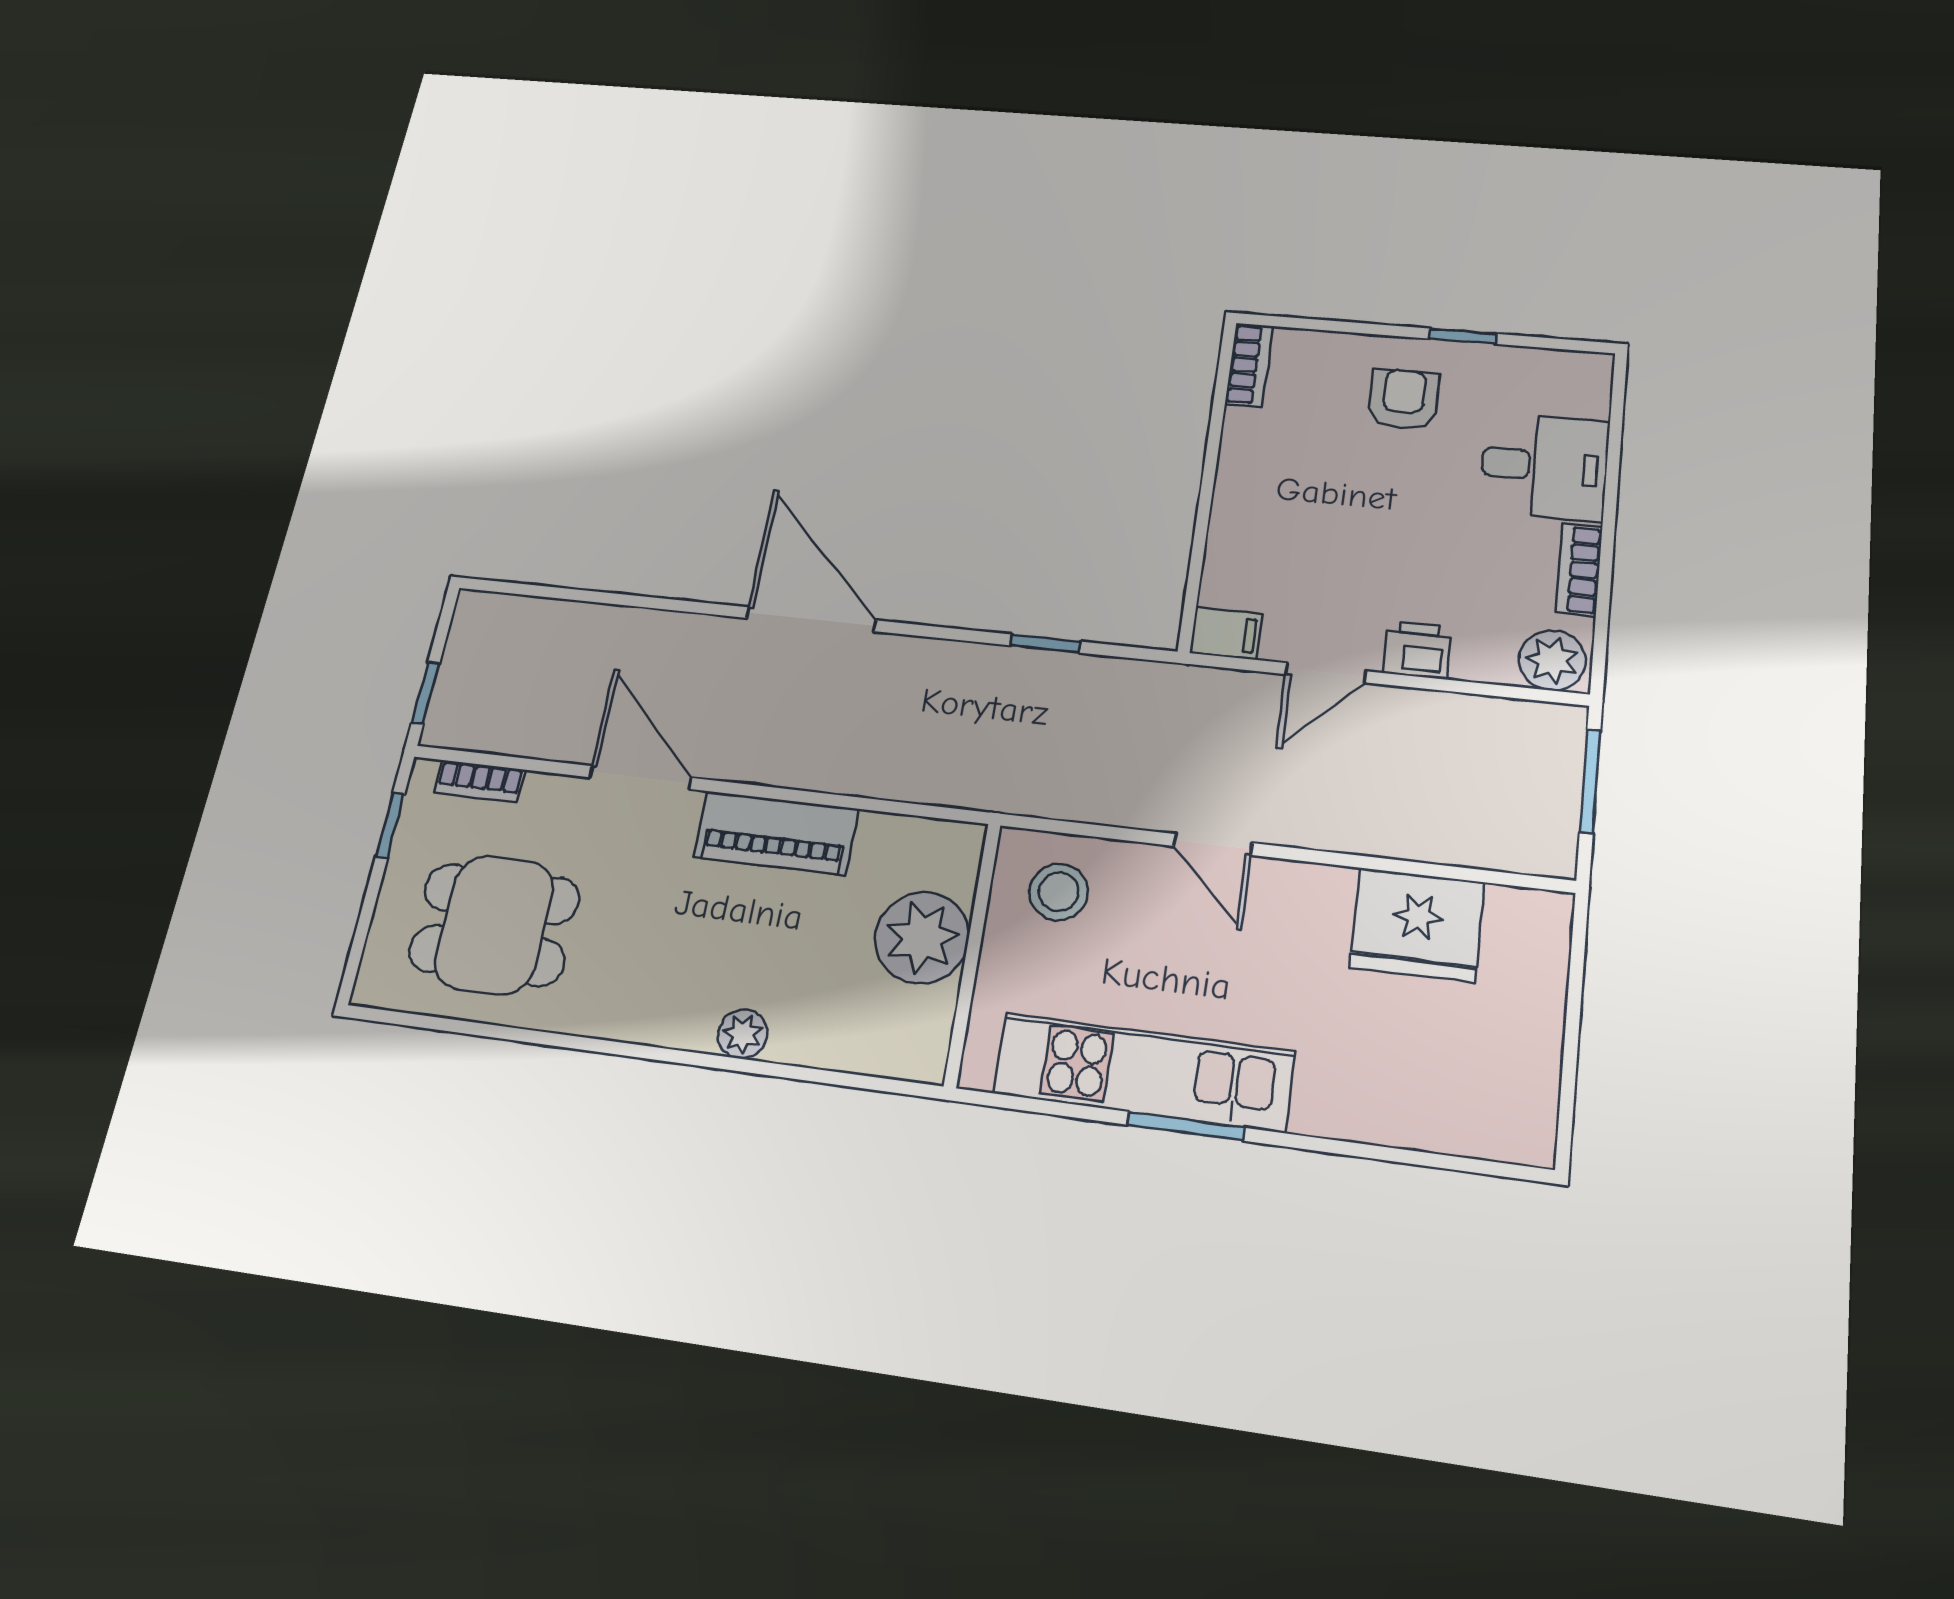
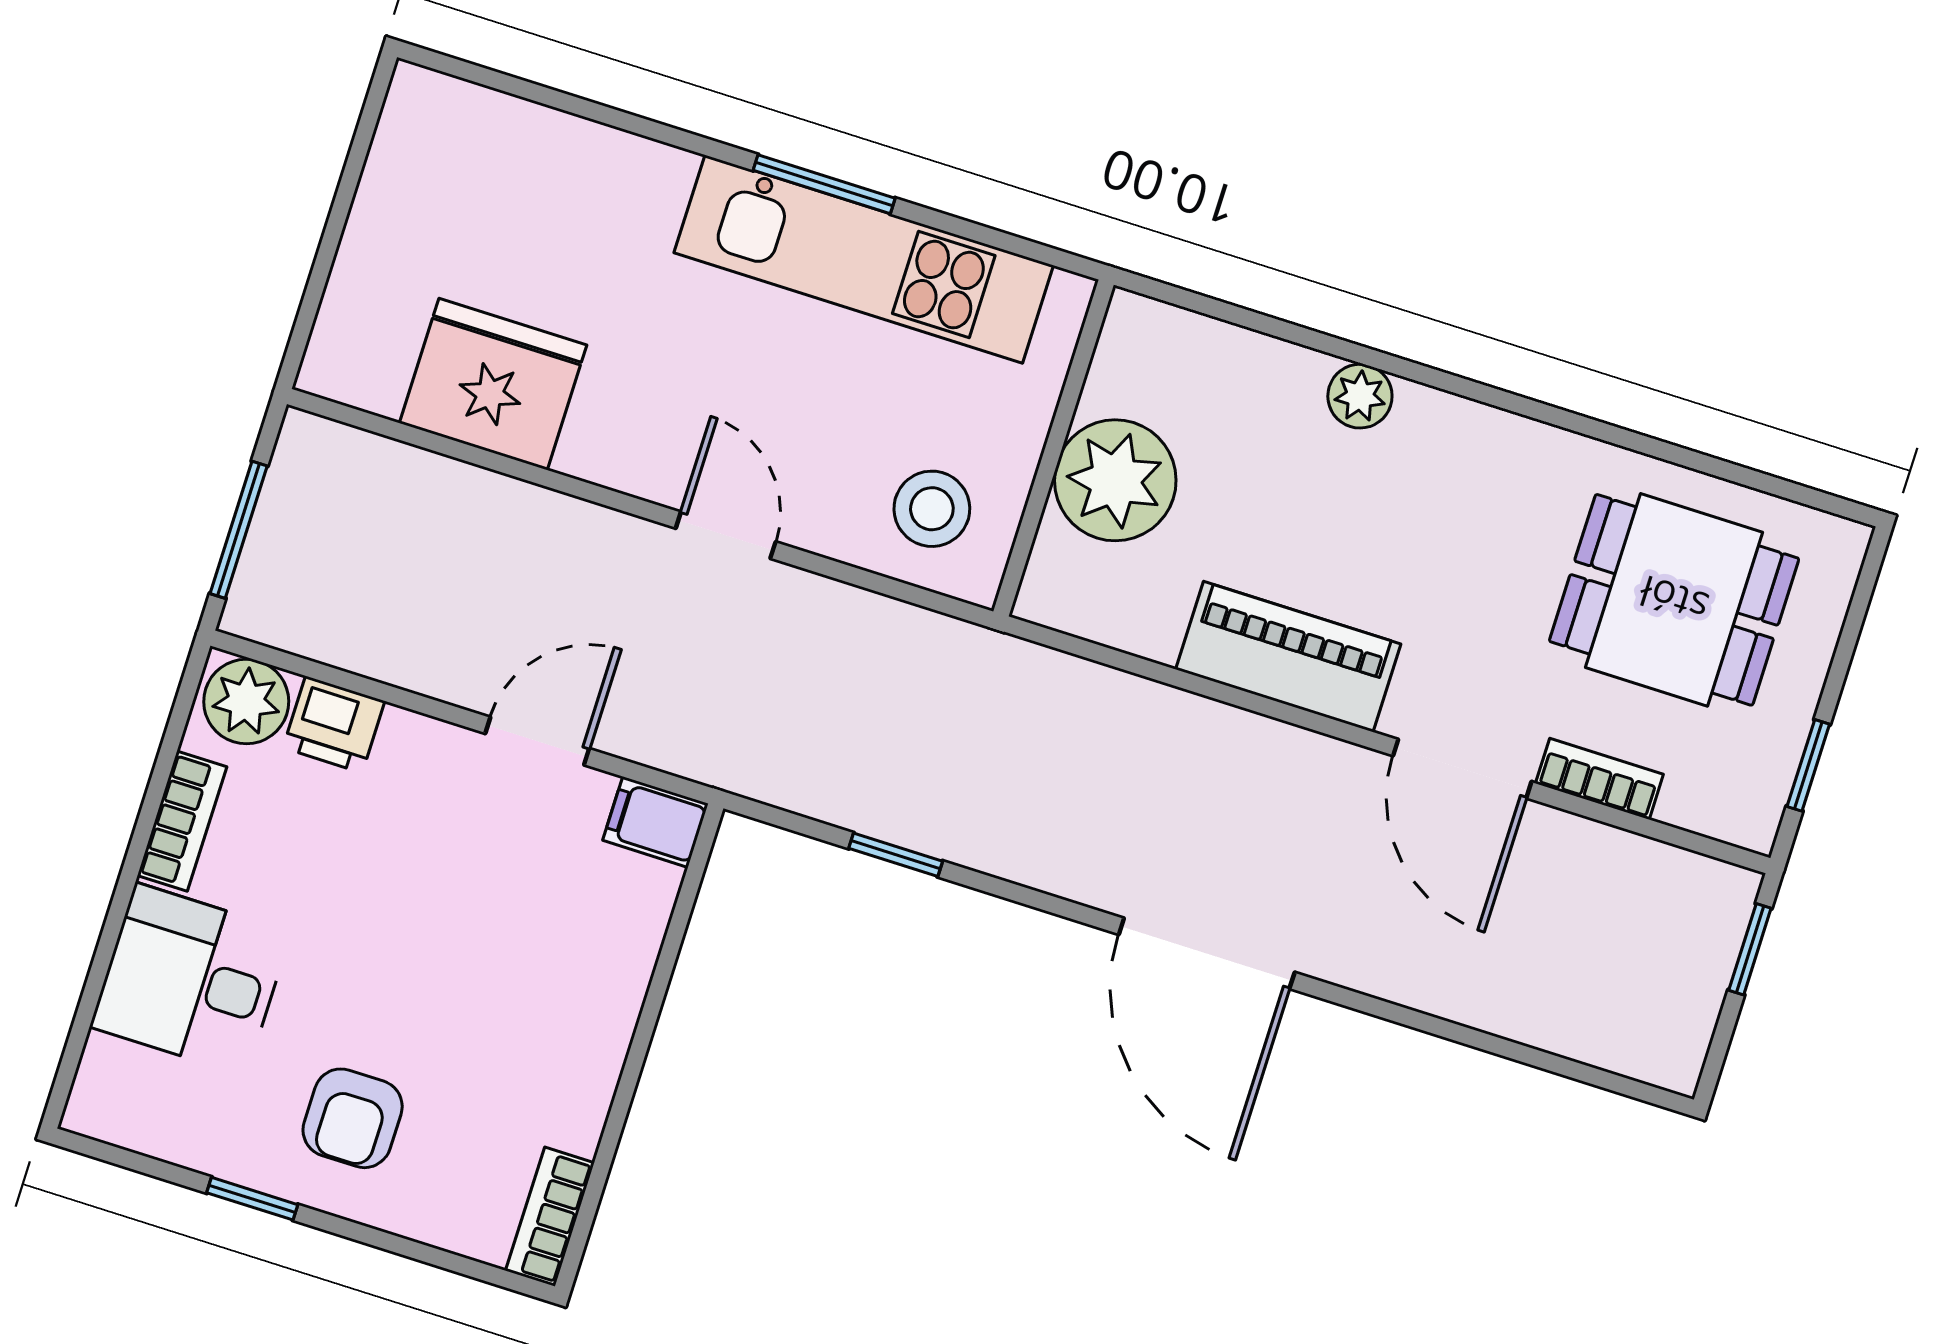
printer: (1417, 650) -> (334, 724), moved
bookcase: (480, 781) -> (1599, 779), moved

